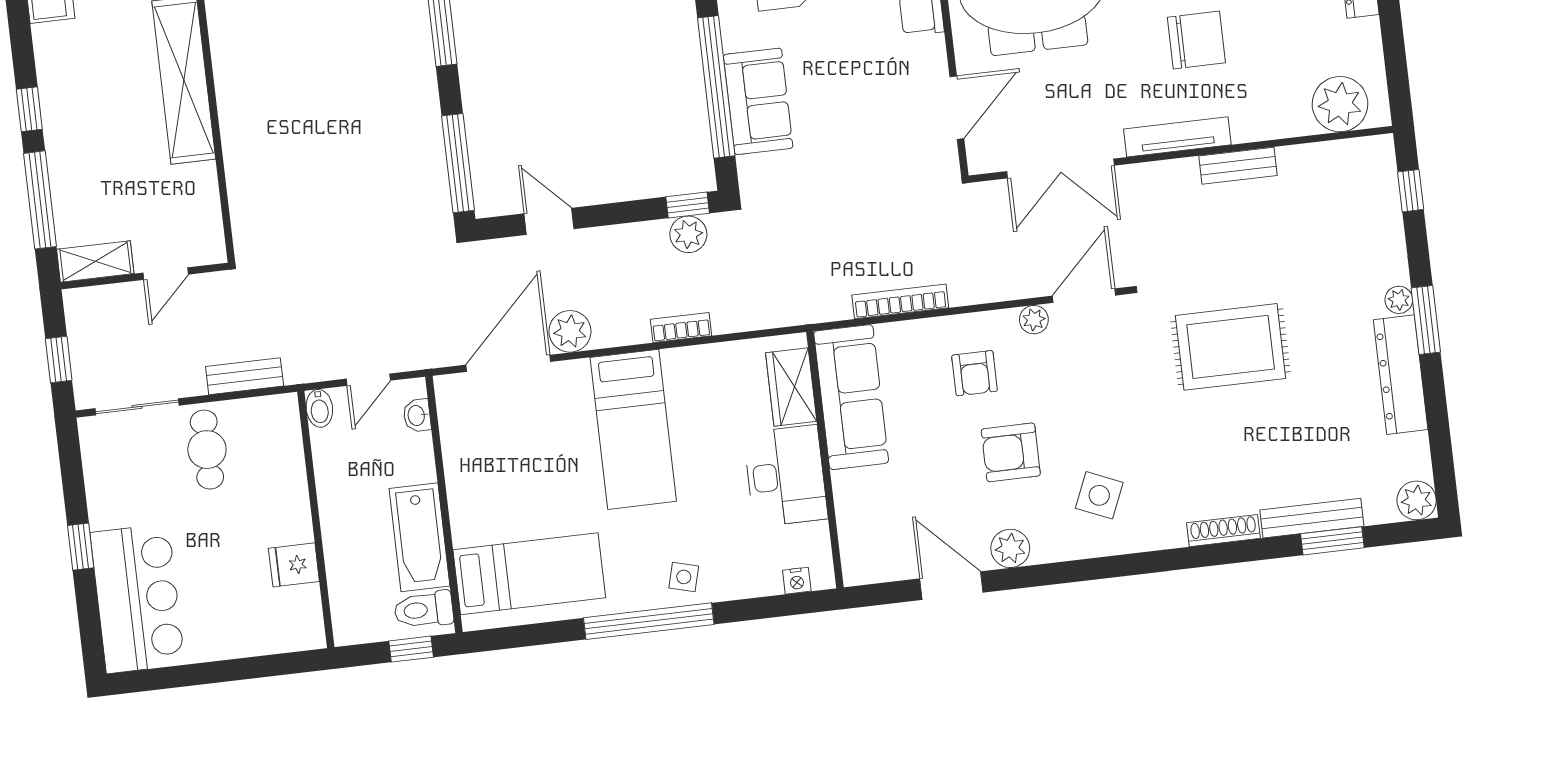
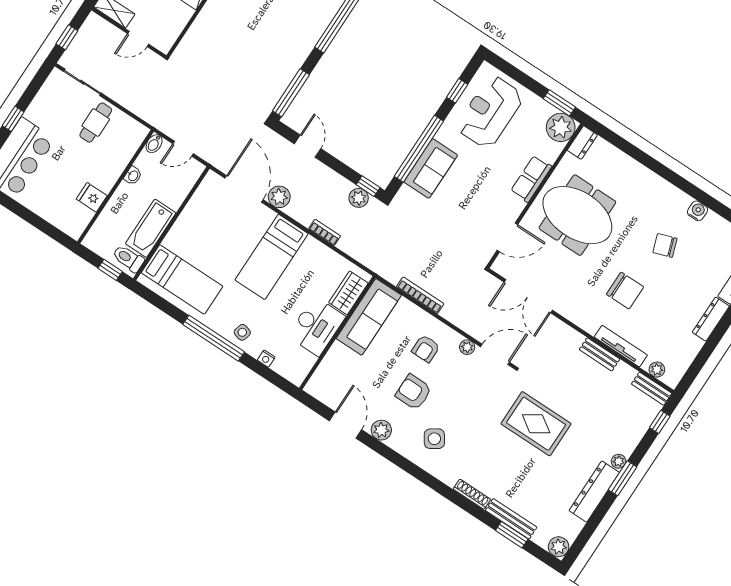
plant: (1340, 104) -> (657, 370), width x0.53, depth x0.53
tv unit: (1177, 137) -> (621, 346), moved
door: (508, 363) -> (244, 189), hinge flipped
bench: (245, 376) -> (652, 389), moved
washbasin: (417, 415) -> (133, 176), moved, turned 180
side table: (1099, 495) -> (434, 439), turned 33
nightstand: (797, 581) -> (266, 359), moved

